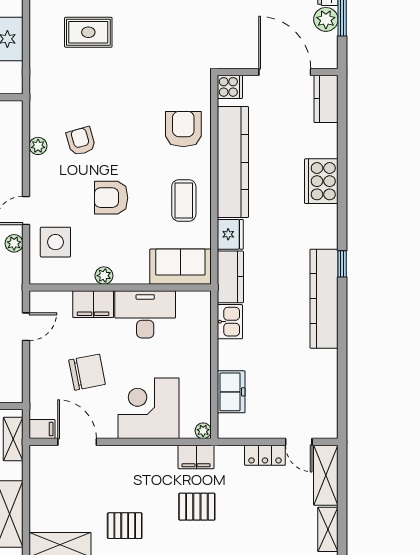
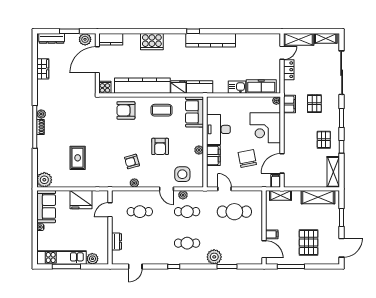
plant: (326, 19) -> (85, 39), moved
kitchen sink: (230, 322) -> (237, 87), moved
freezer: (231, 392) -> (261, 87), width x1.40

